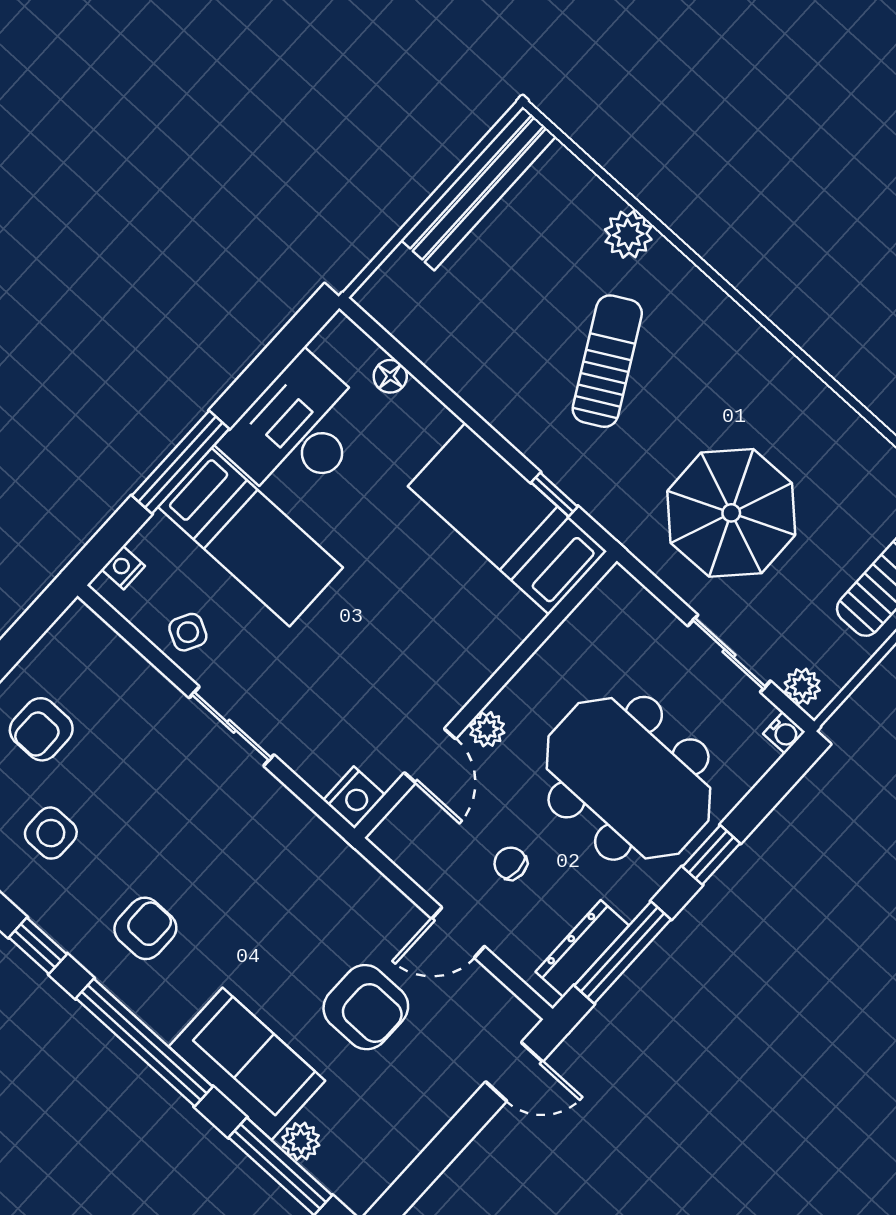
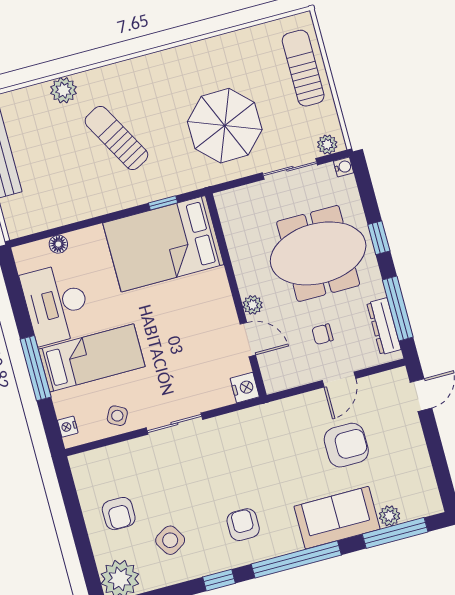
bed: (507, 519) -> (163, 244), width x1.50
side table: (51, 833) -> (170, 540), turned -31

